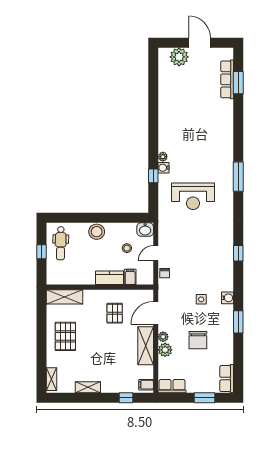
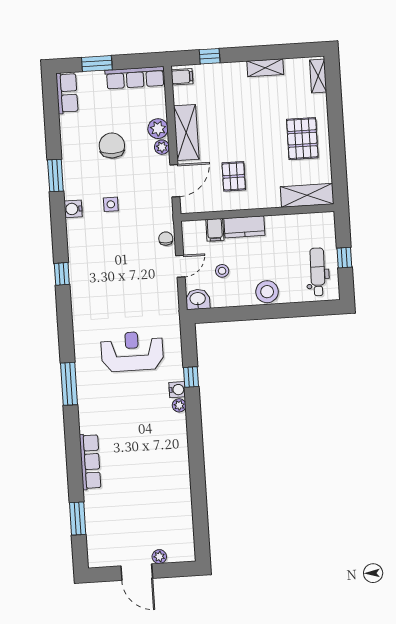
plant: (179, 57) -> (159, 557), width x0.53, depth x0.53
row of seats: (227, 79) -> (90, 462), moved
row of seats: (172, 386) -> (135, 78), width x1.48

